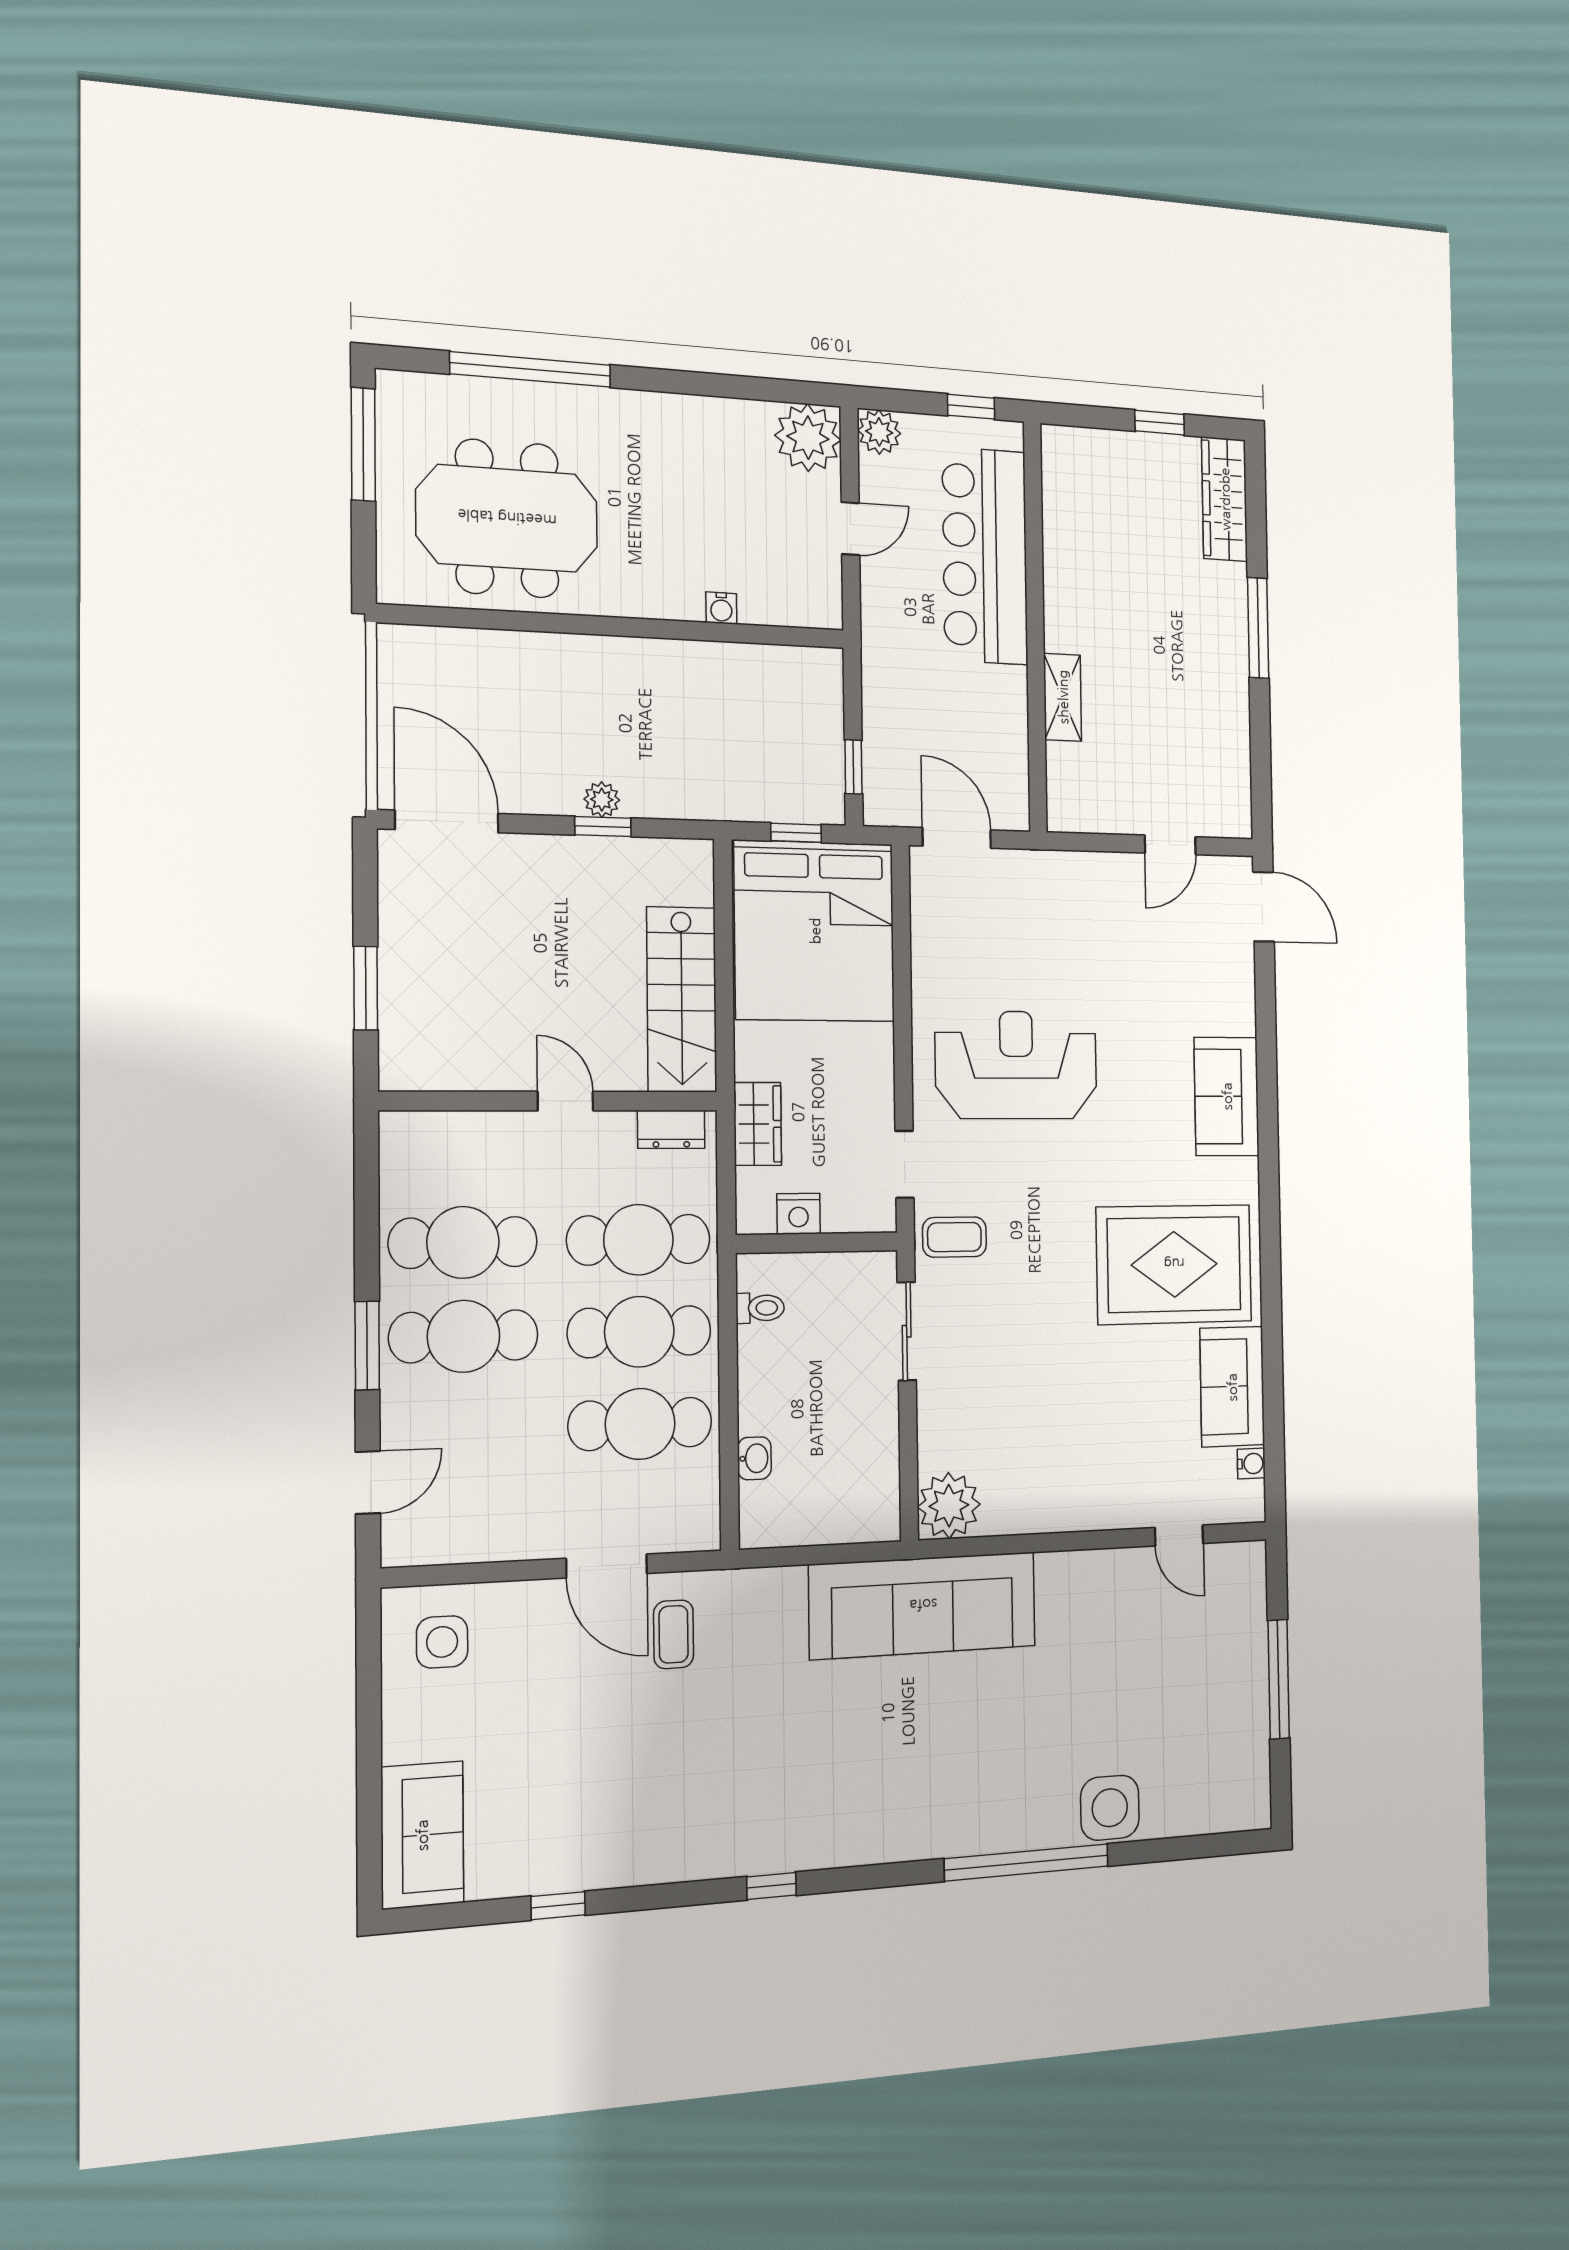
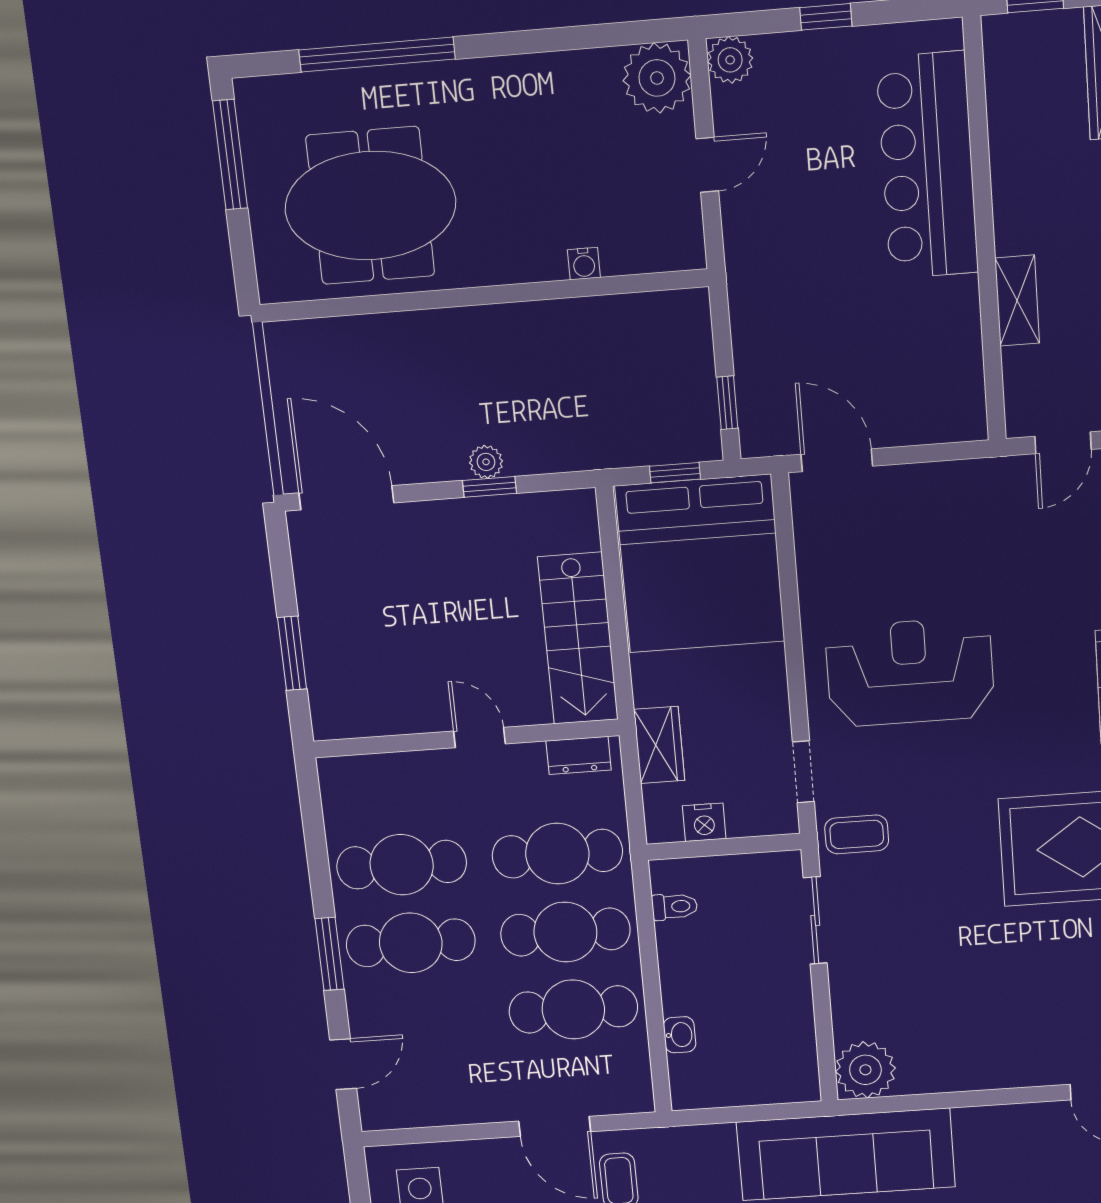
bar counter: (985, 556) -> (927, 166), moved
wall: (1035, 627) -> (985, 232), moved
shelving: (1063, 697) -> (1017, 301), moved

